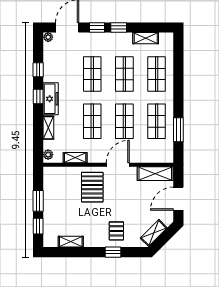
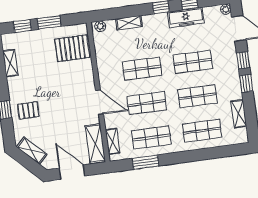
freezer: (51, 99) -> (186, 18), moved
shelving: (75, 158) -> (113, 141), moved
pallet: (92, 187) -> (72, 48), moved

